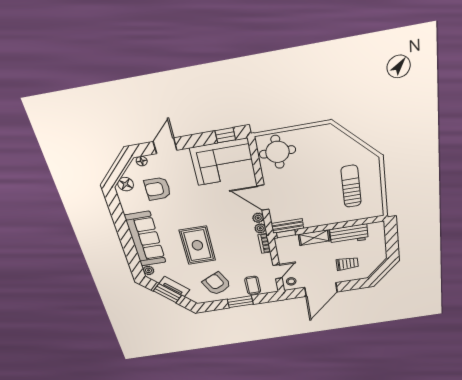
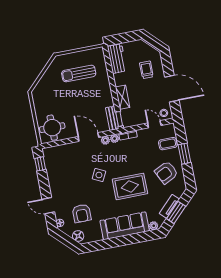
corner sofa: (223, 162) -> (60, 166), removed
door: (263, 198) -> (88, 137), swing flipped
side table: (211, 210) -> (99, 175), added
workbench: (349, 234) -> (117, 59), moved

